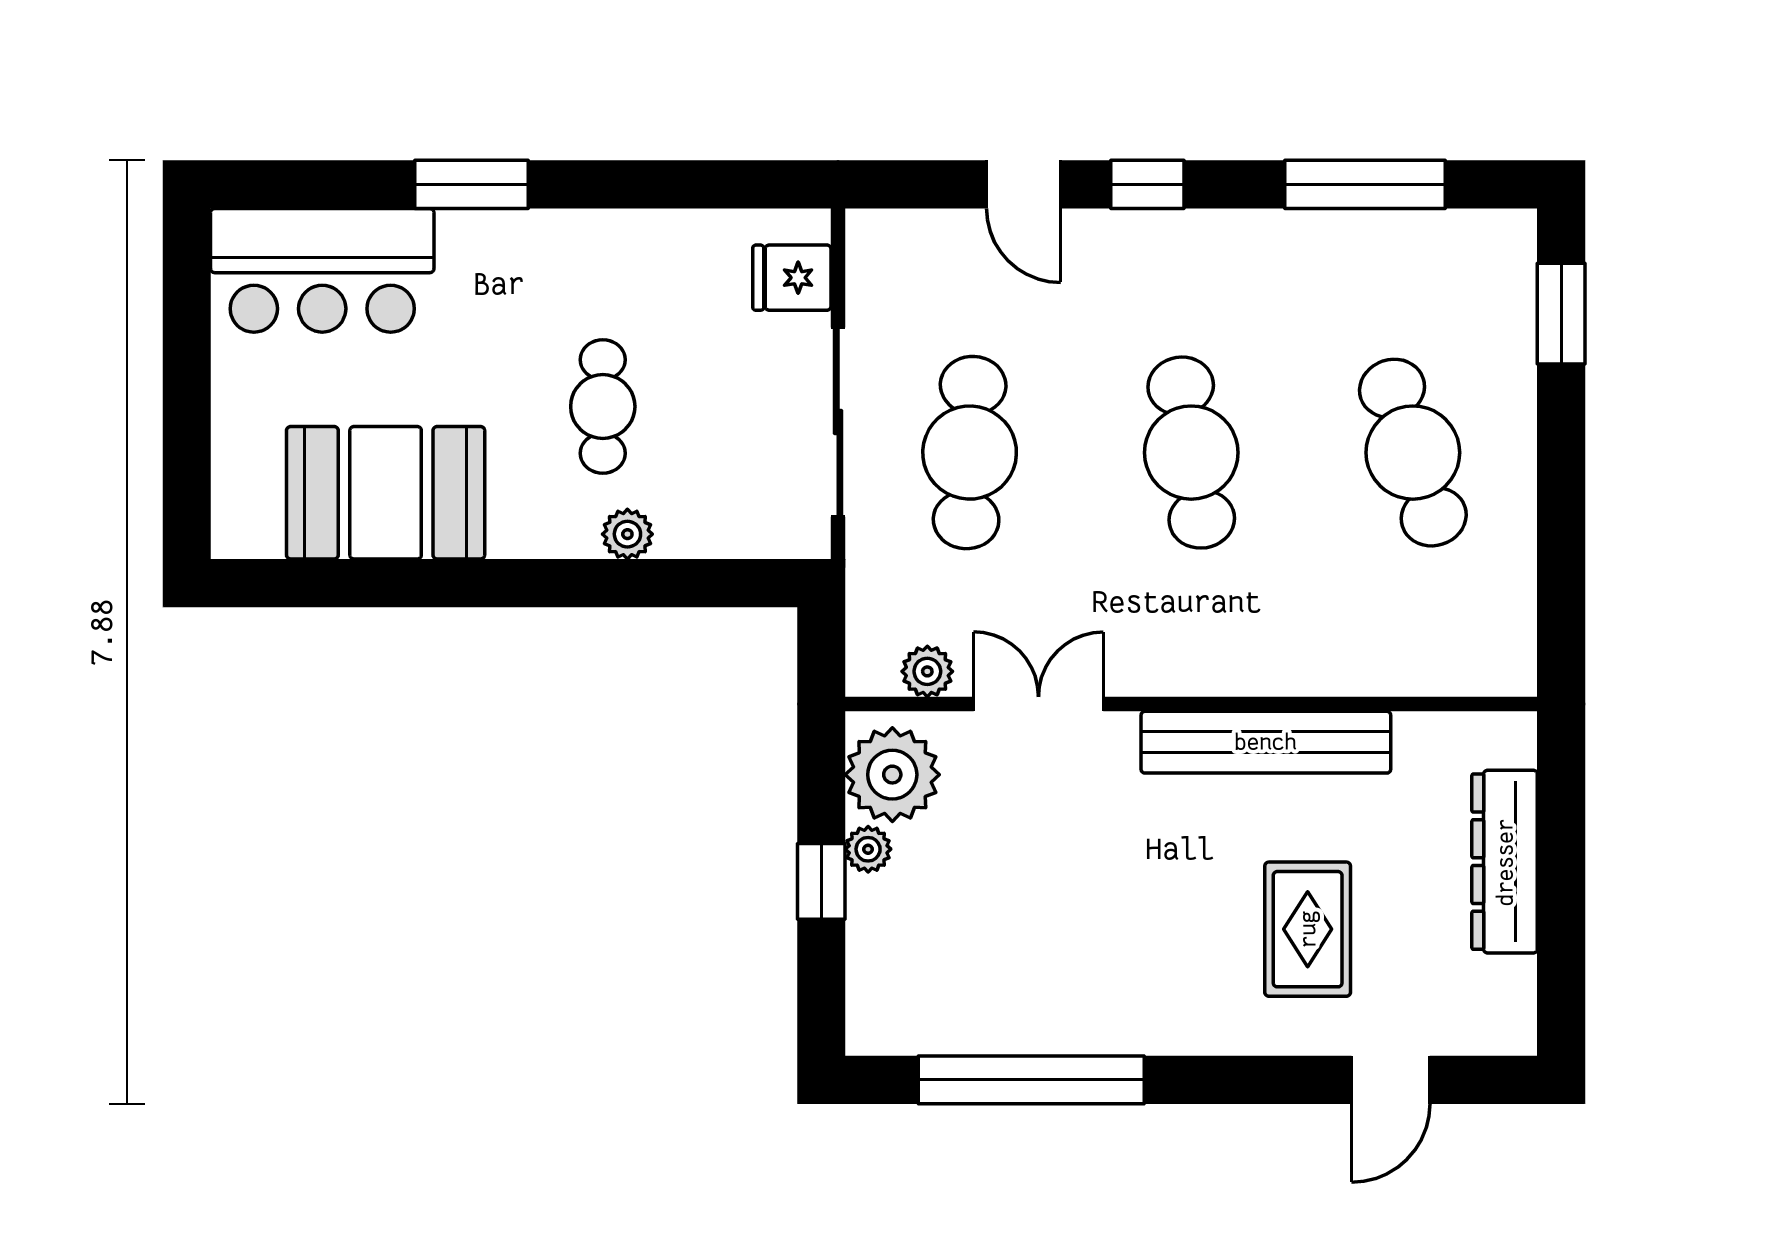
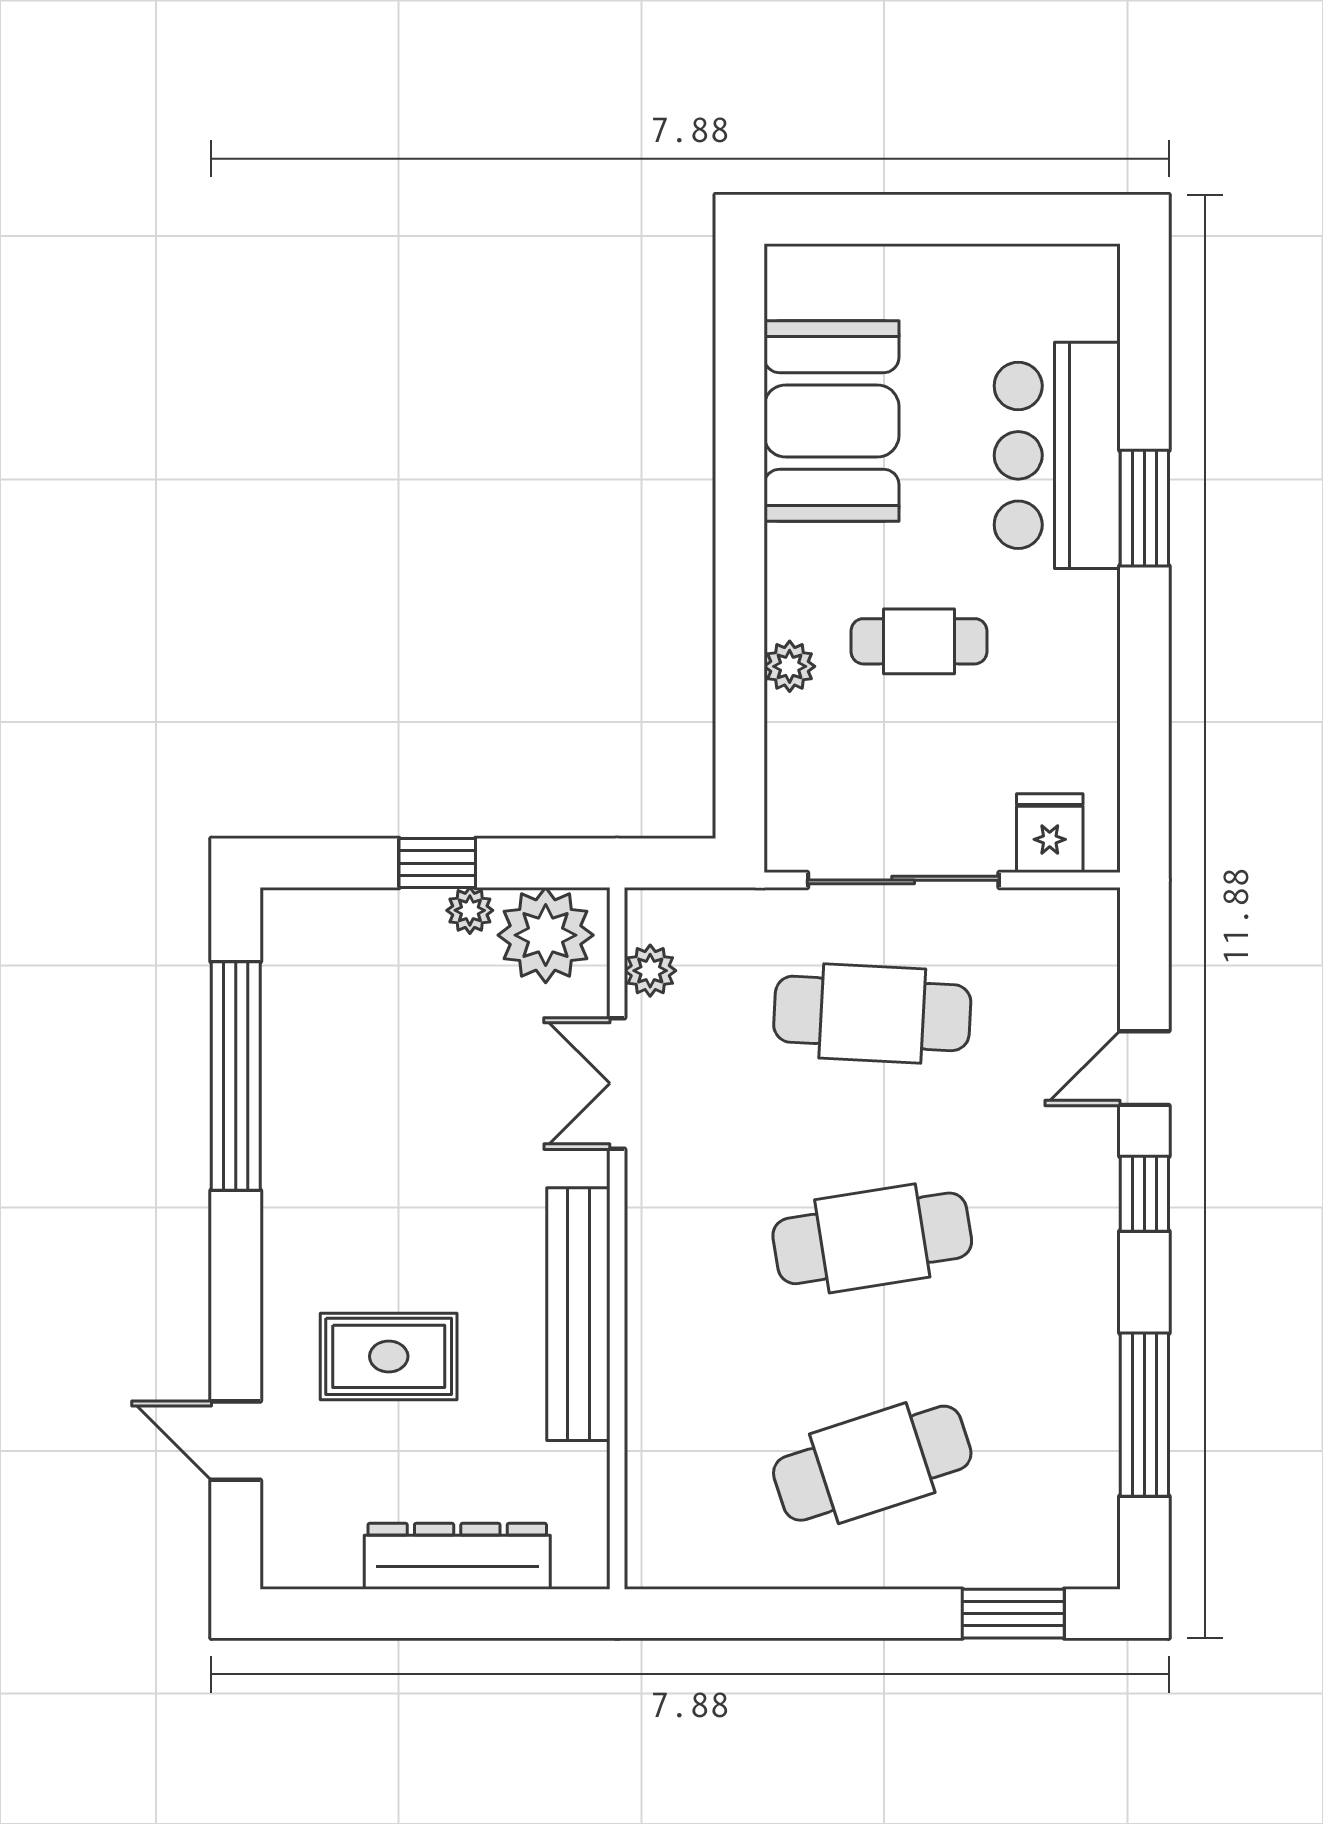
bar counter: (322, 270) -> (1057, 455), moved
double door: (1039, 704) -> (617, 1083), swing flipped

